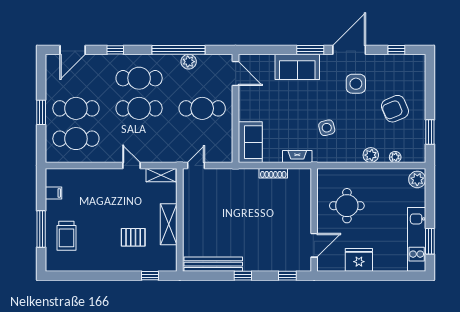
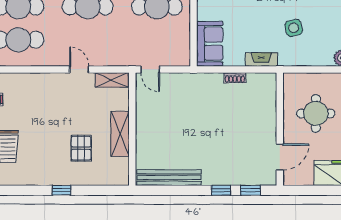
door: (196, 166) -> (150, 69), swing flipped
shoe rack: (273, 173) -> (235, 78), width x0.70
pallet: (133, 237) -> (81, 148), turned 90
window: (150, 276) -> (61, 190), moved
window: (243, 276) -> (221, 190), moved

